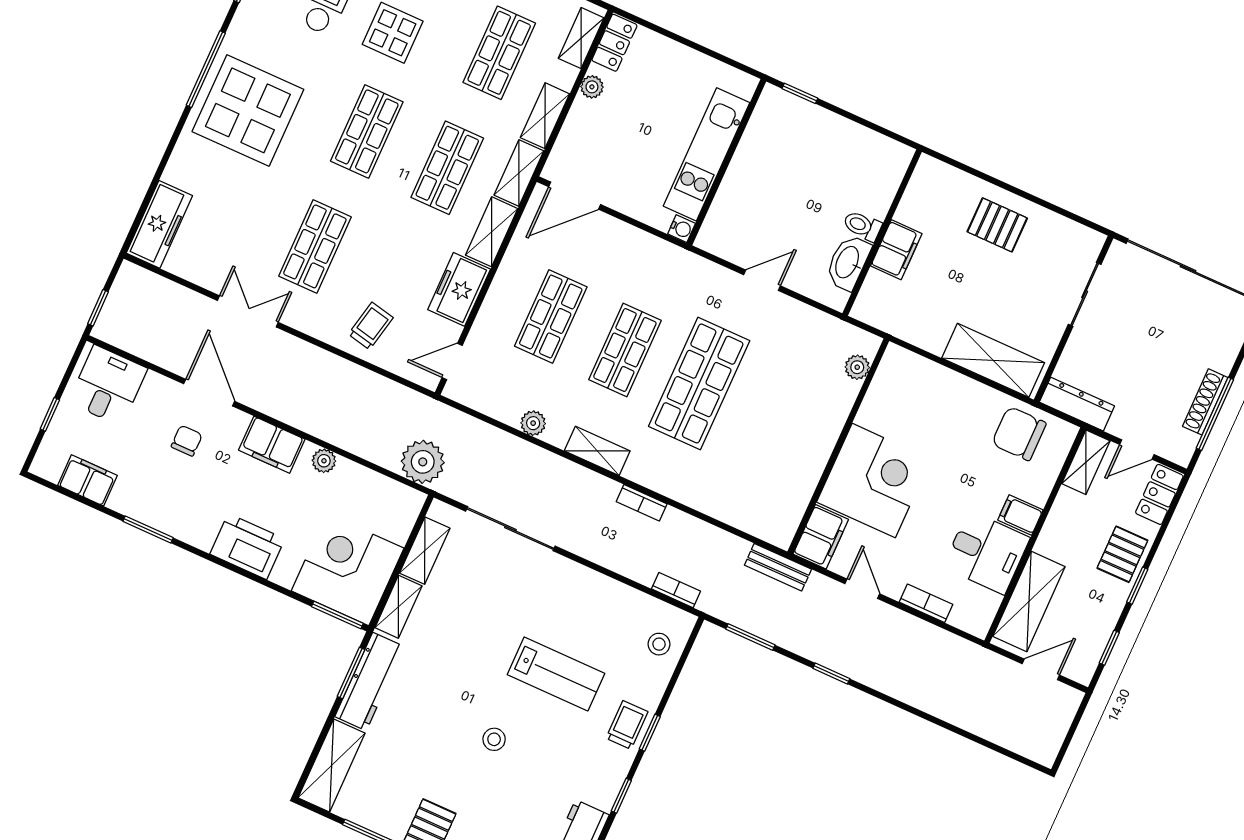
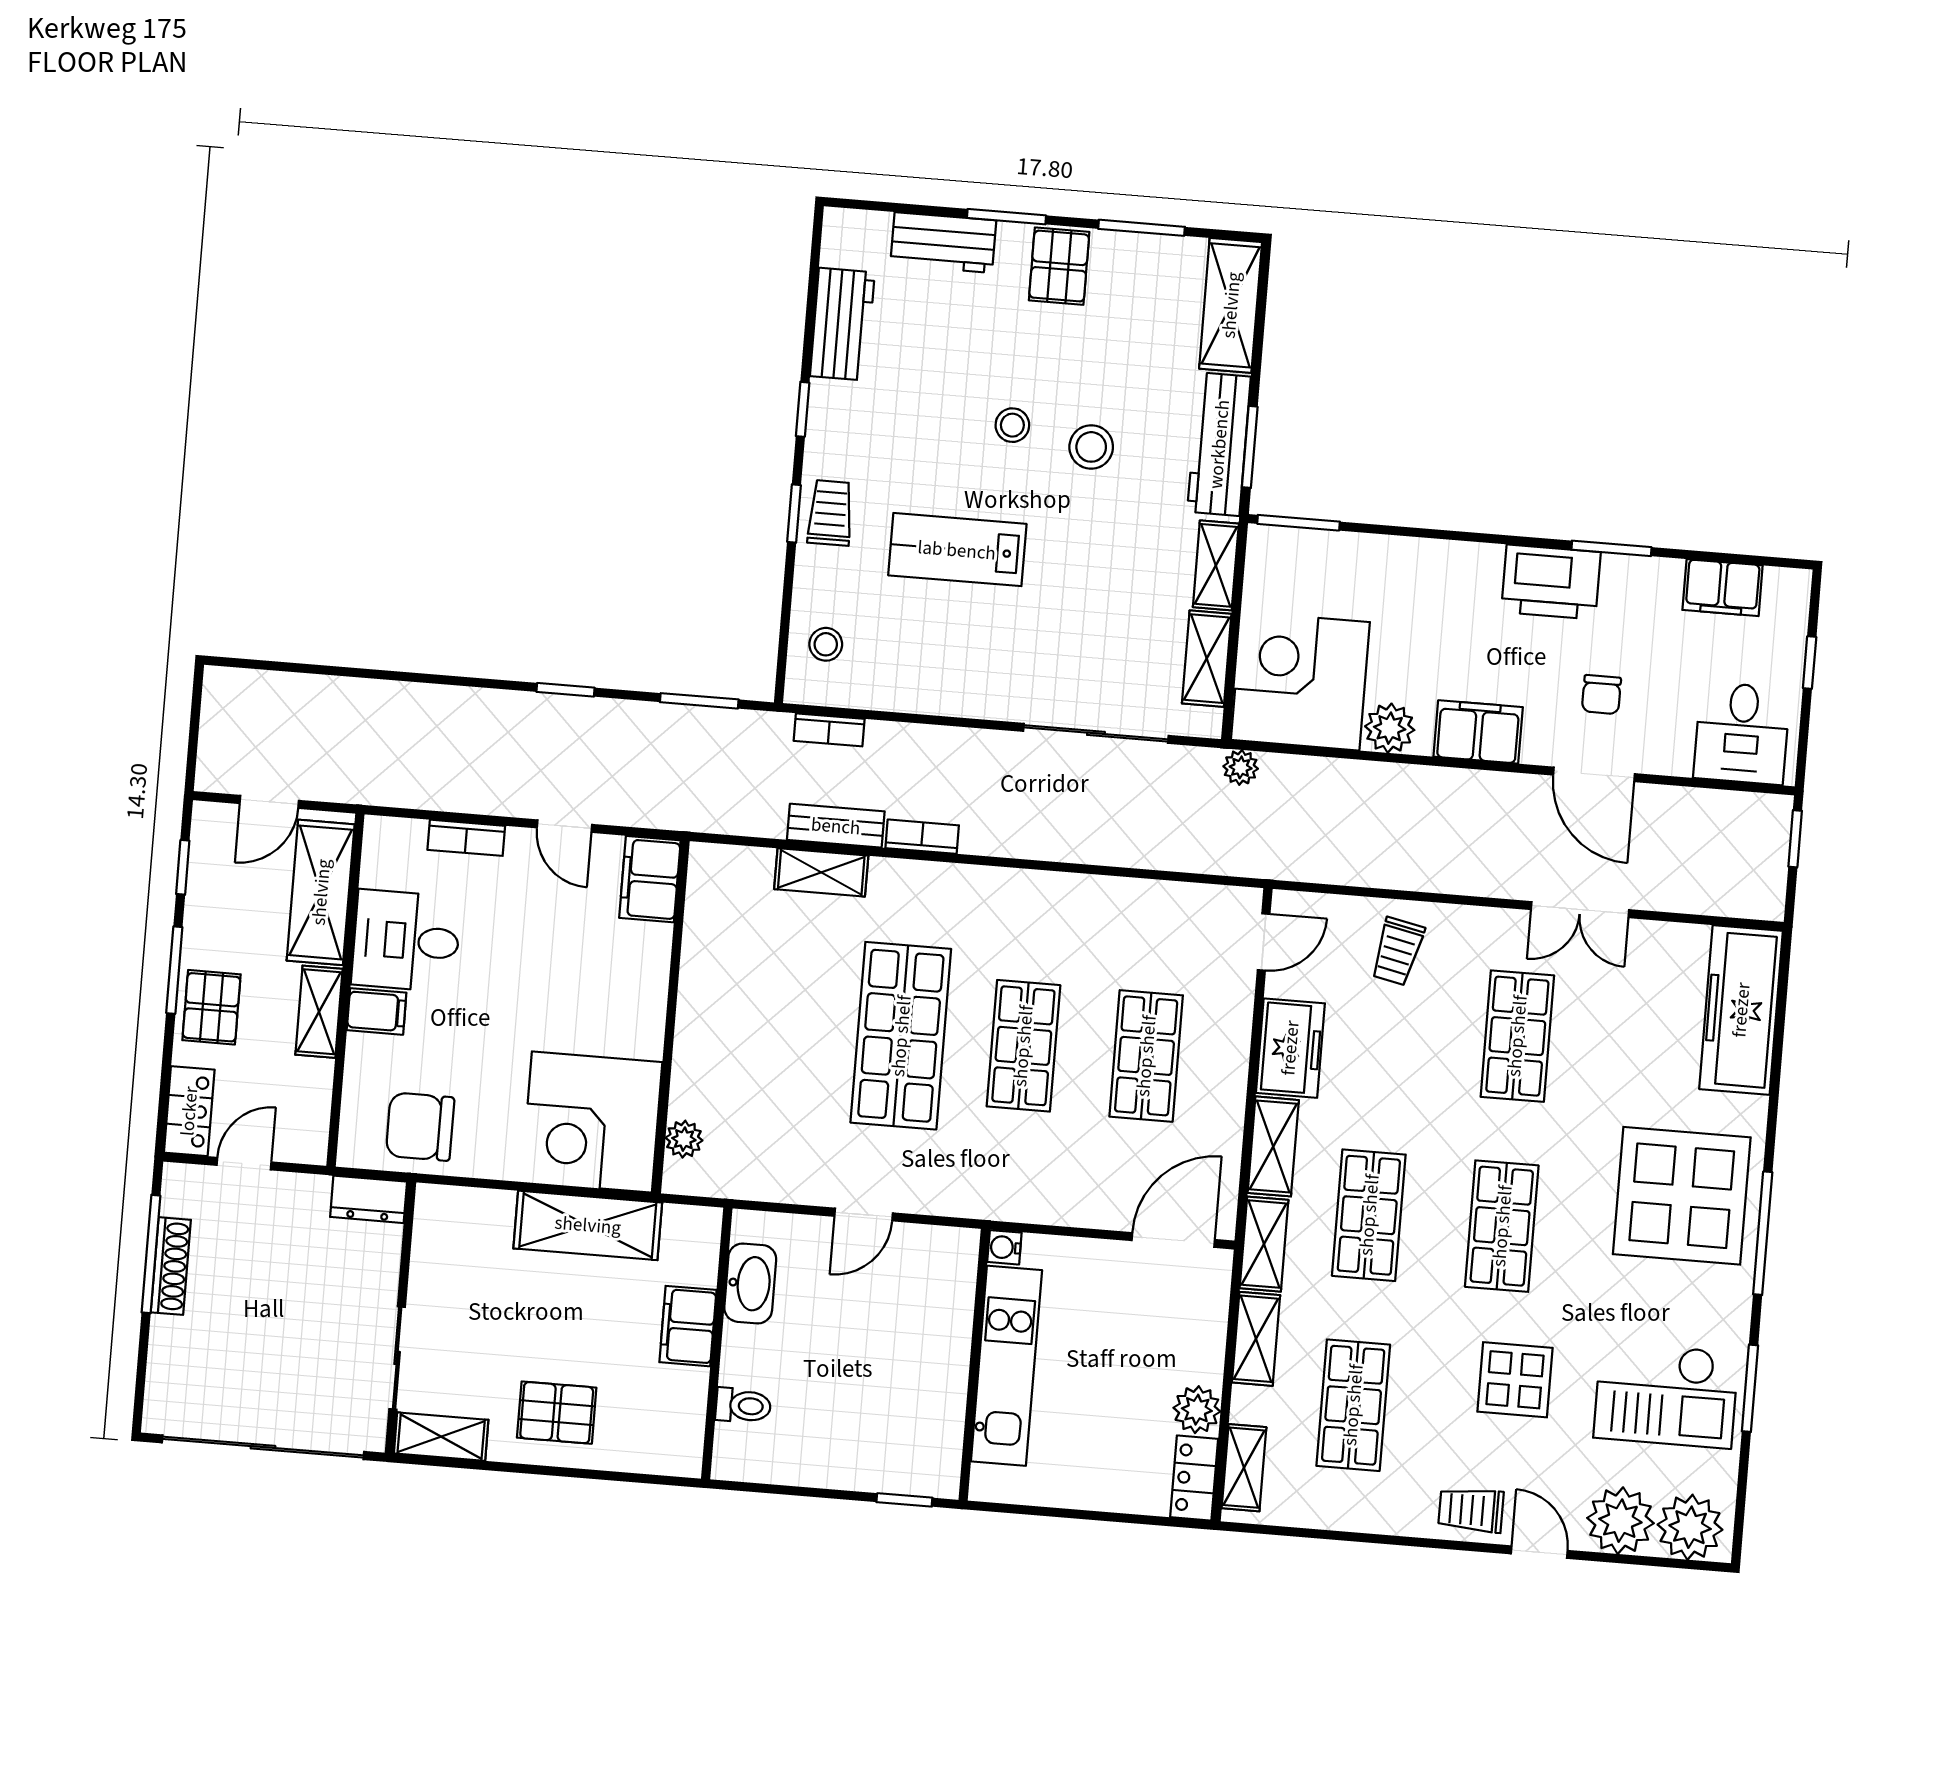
plant: (592, 87) -> (1197, 1410), width x1.38, depth x1.38
freezer: (159, 224) -> (1741, 1010), width x1.36, depth x1.26
toilet: (862, 226) -> (743, 1406), moved
shelving: (1075, 236) -> (441, 1437), added
shelving: (993, 360) -> (588, 1225), moved
dresser: (1077, 404) -> (369, 1199), width x0.70
plant: (533, 423) -> (1117, 895), removed
chair: (1019, 434) -> (420, 1127), turned 180
shelving: (597, 451) -> (821, 872), moved
plant: (324, 461) -> (1390, 728), width x1.38, depth x1.38
plant: (423, 462) -> (1241, 767), width x0.53, depth x0.53
shelving: (1086, 462) -> (319, 1012), moved
corner desk: (874, 481) -> (592, 1122), moved
printer: (247, 546) -> (1551, 582), moved
bench: (778, 567) -> (836, 826), moved
corner desk: (348, 570) -> (1300, 681), moved, turned 180
window: (1137, 586) -> (174, 970), width x1.50
stool: (450, 708) -> (1091, 447), added
trolley: (627, 725) -> (830, 513), turned 180

